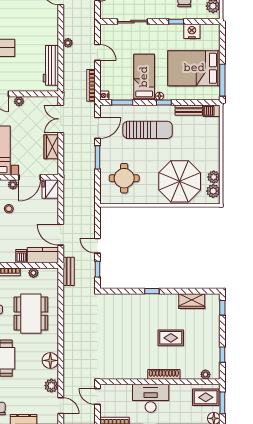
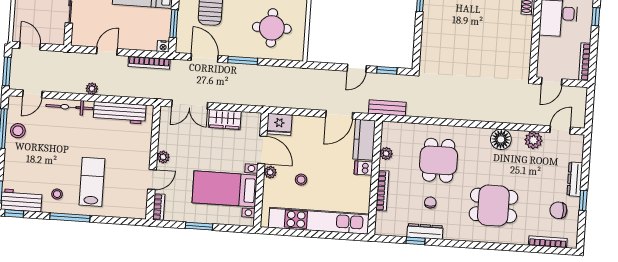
bicycle: (53, 26) -> (69, 107), added
dining table: (31, 314) -> (439, 160), width x0.73

